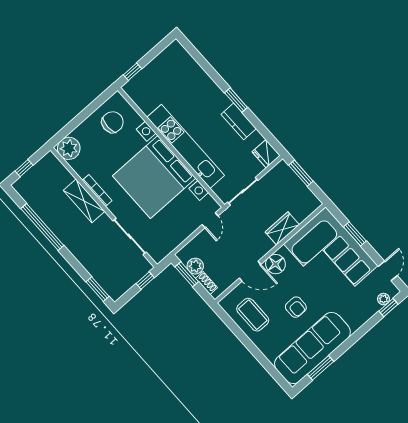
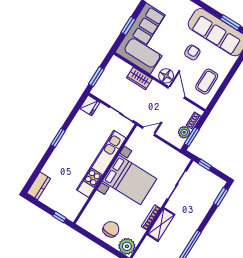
kitchen counter: (239, 121) -> (39, 186), moved
chair: (112, 122) -> (111, 229), moved, turned 90
bed with nightstands: (154, 177) -> (130, 180), width x0.73

